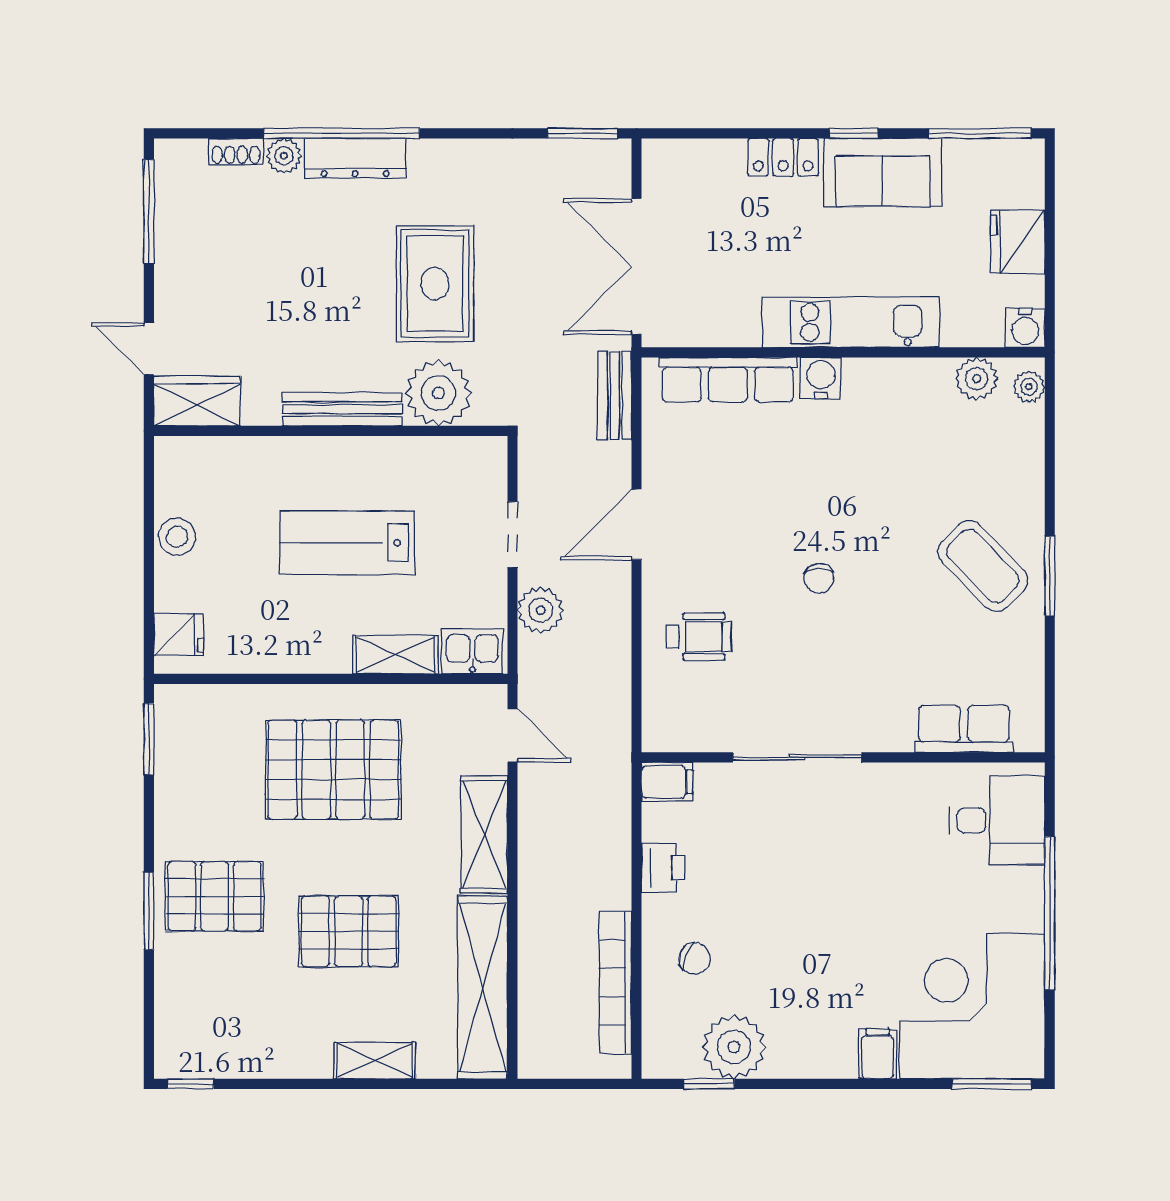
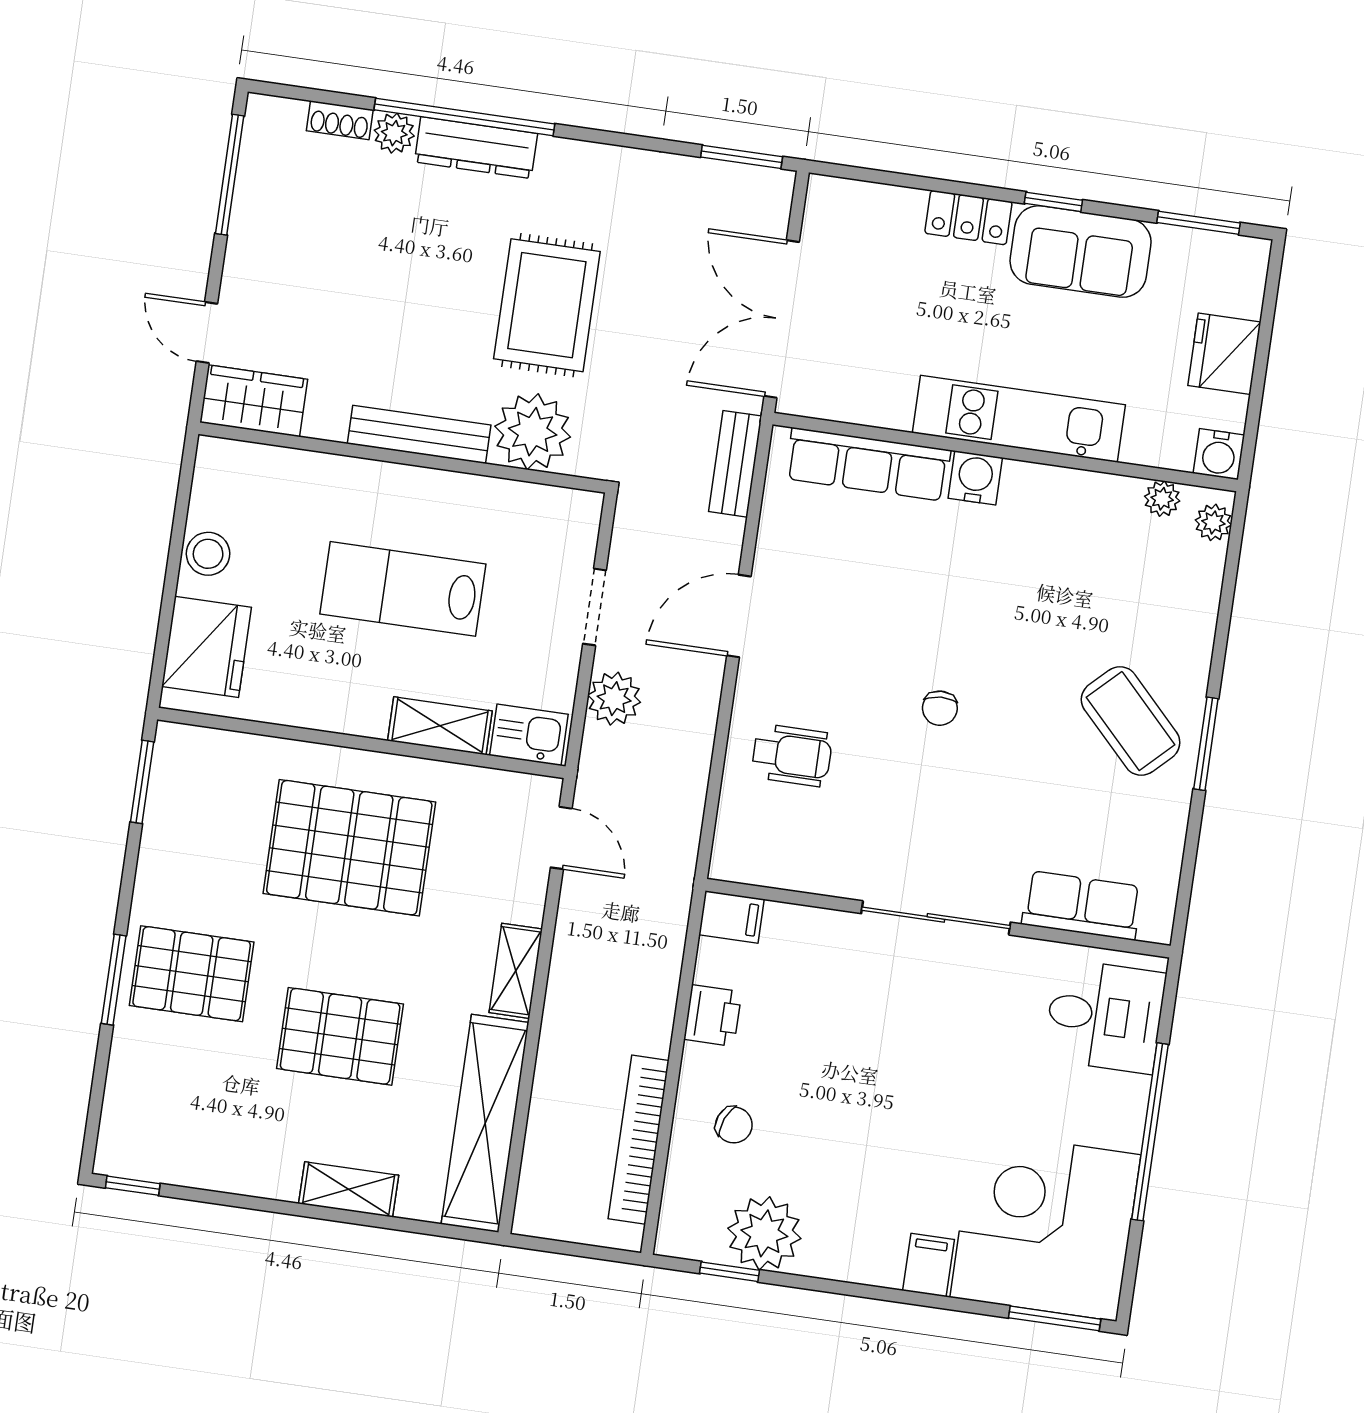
window: (980, 133) -> (1198, 223), width x0.69
plant: (977, 379) -> (1162, 499), width x0.73, depth x0.73
fridge: (179, 635) -> (207, 647), width x1.88, depth x1.34
sliding door: (797, 757) -> (936, 918), moved
shelving: (484, 835) -> (516, 971), width x0.67, depth x0.75

